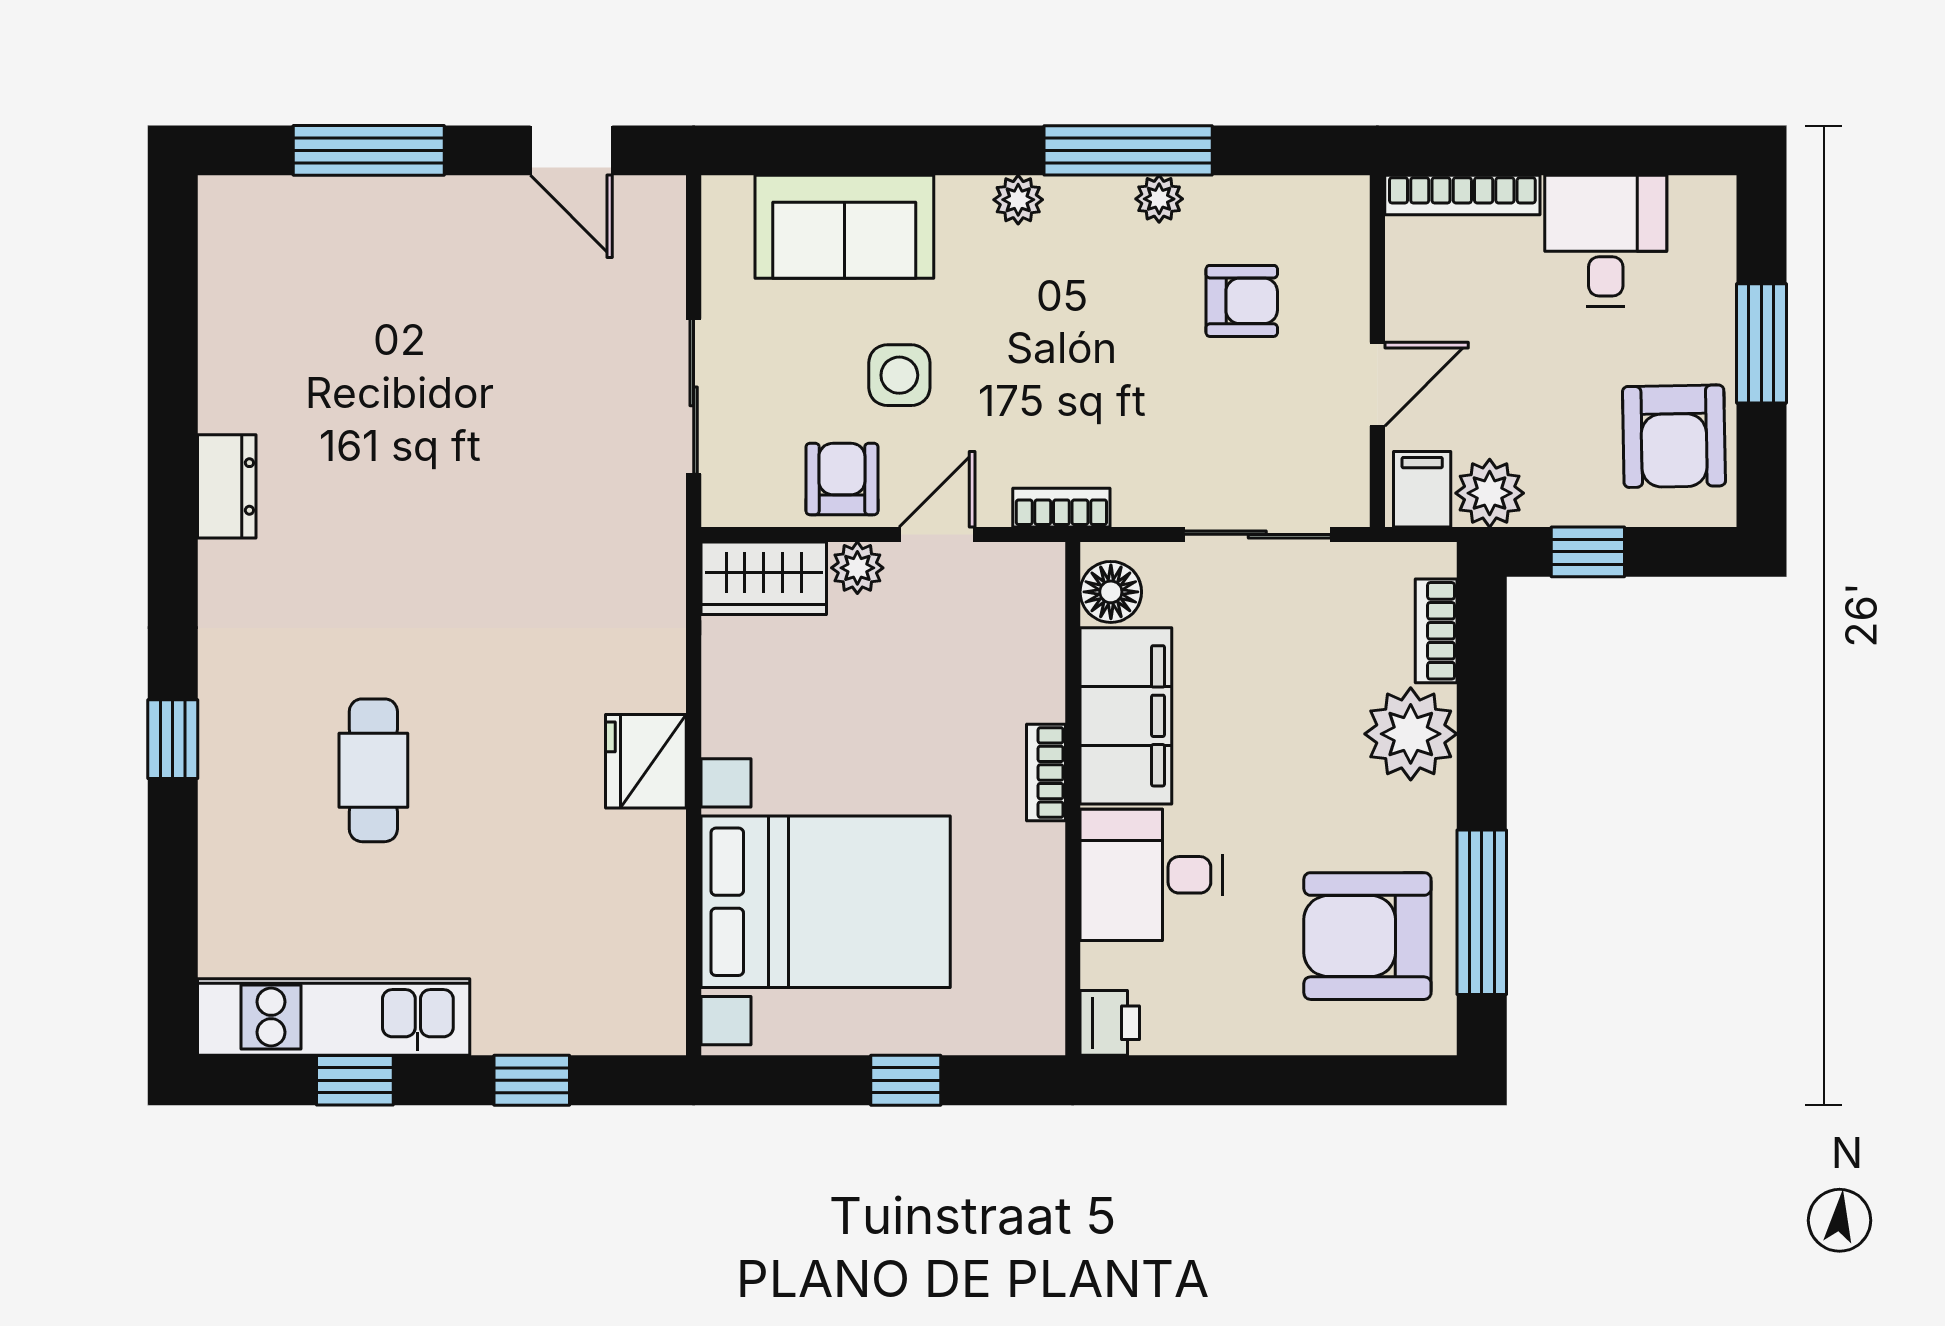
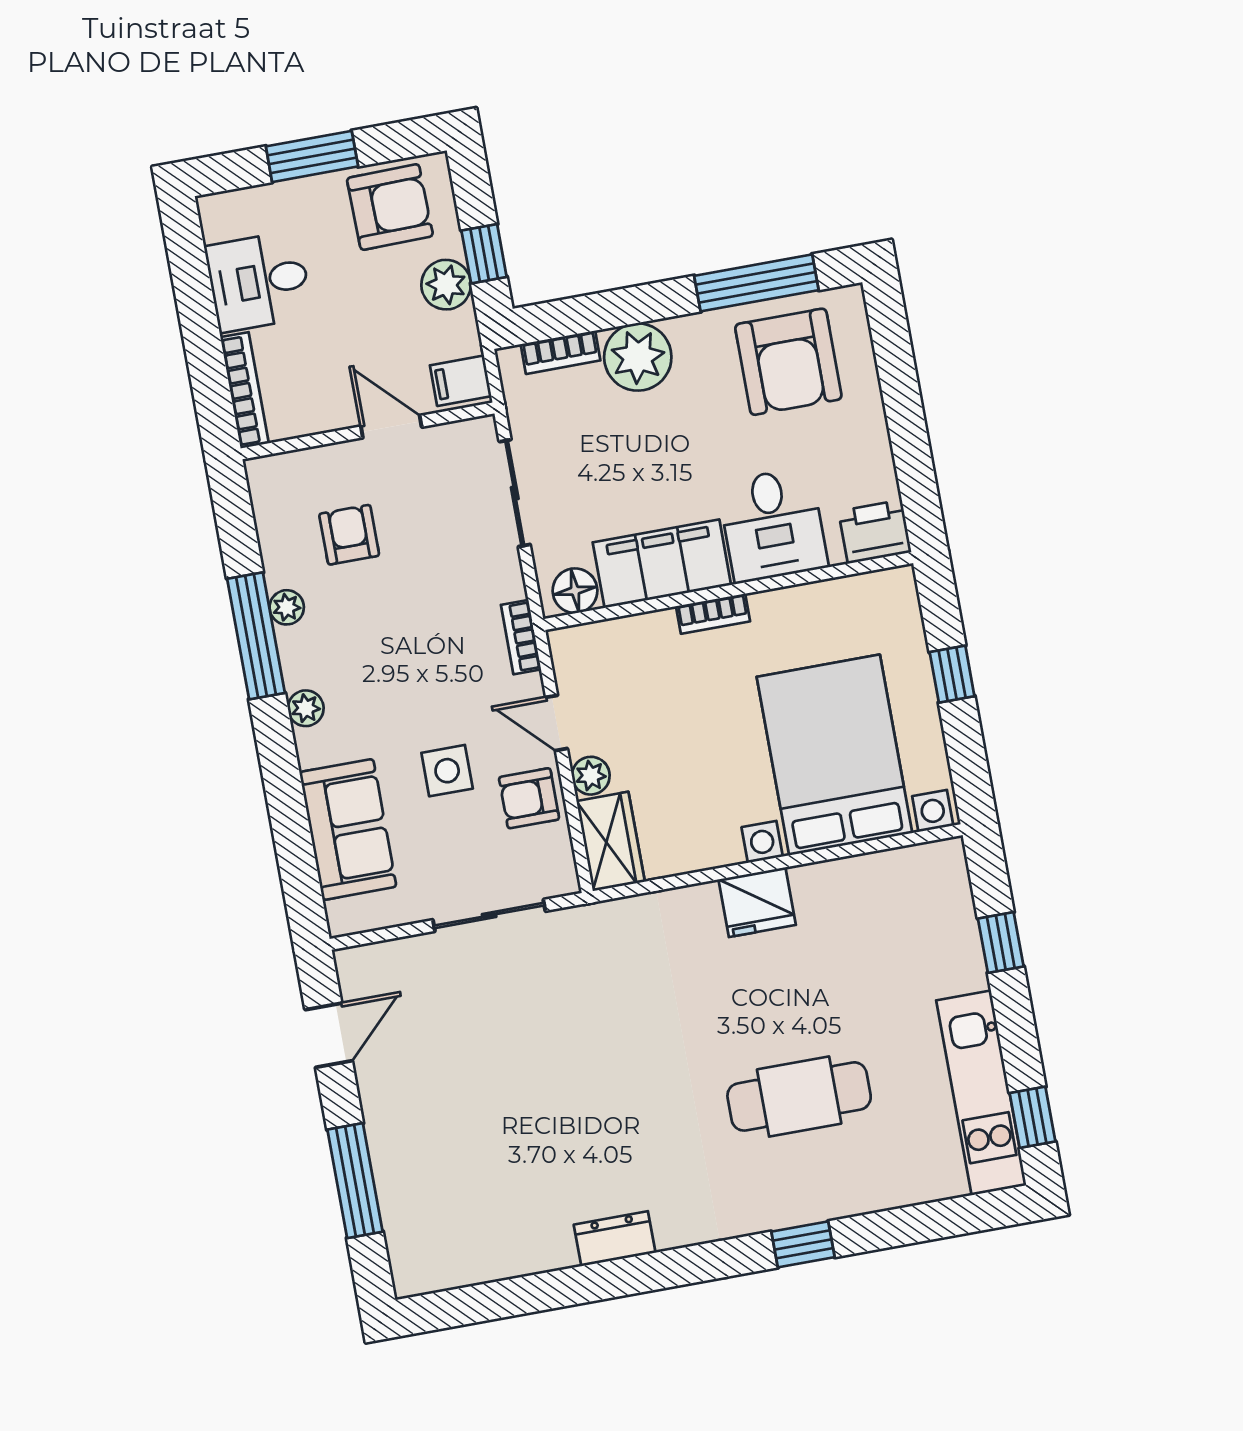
plant: (1490, 493) -> (446, 285), moved
cafe table: (373, 770) -> (799, 1096), width x1.37, depth x1.35
printer: (1110, 1023) -> (875, 532), width x1.36, depth x1.24
window: (355, 1080) -> (1033, 1117), moved

